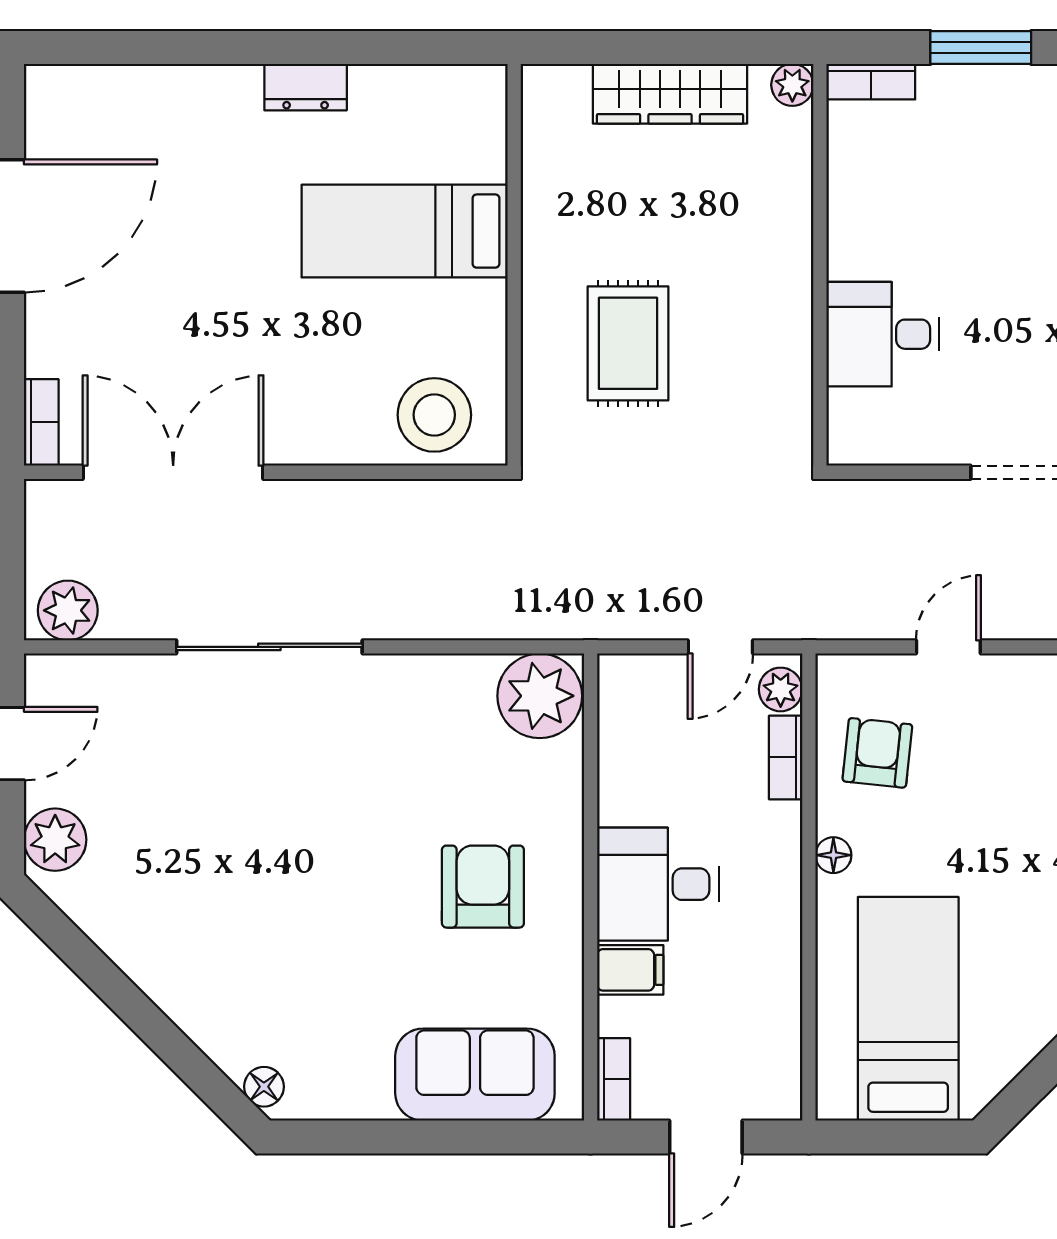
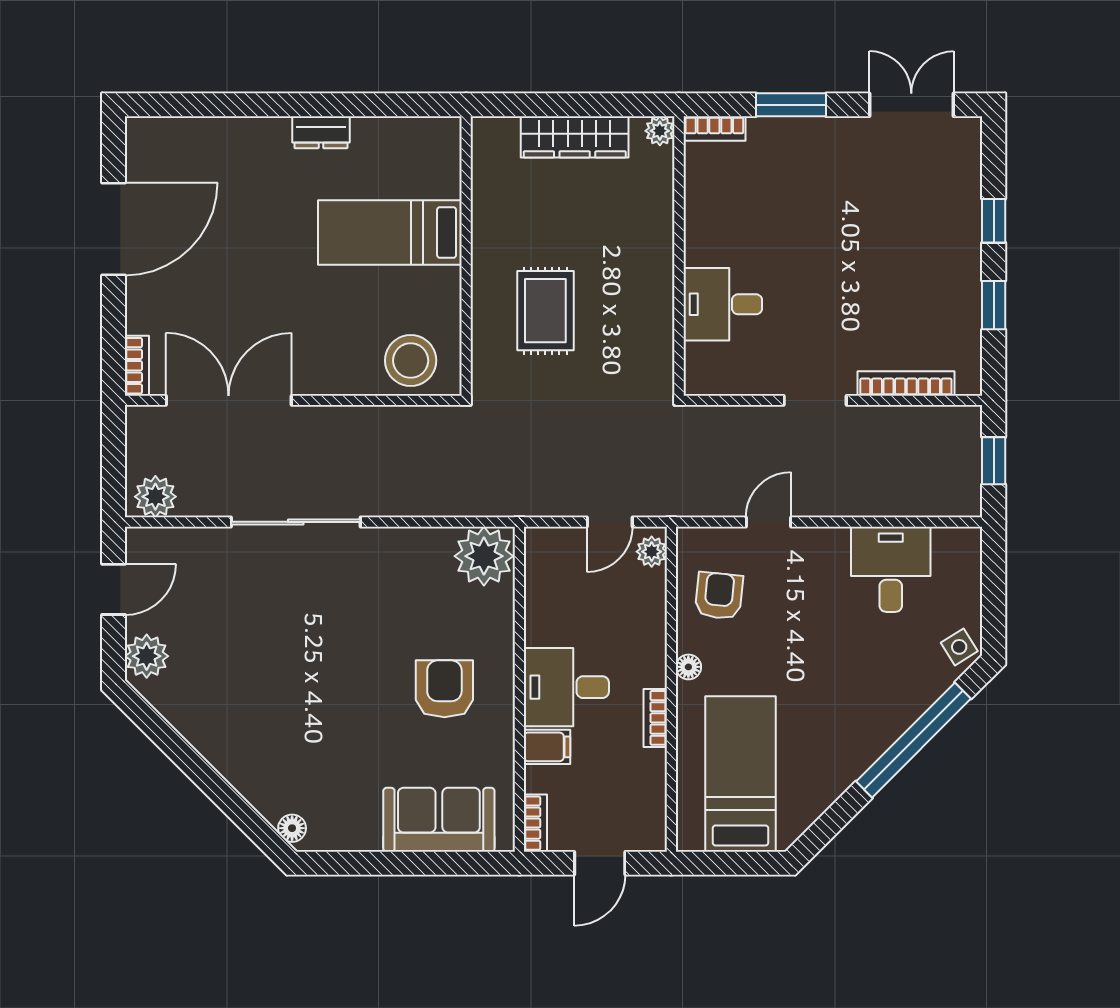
bookcase: (786, 757) -> (655, 718), moved

